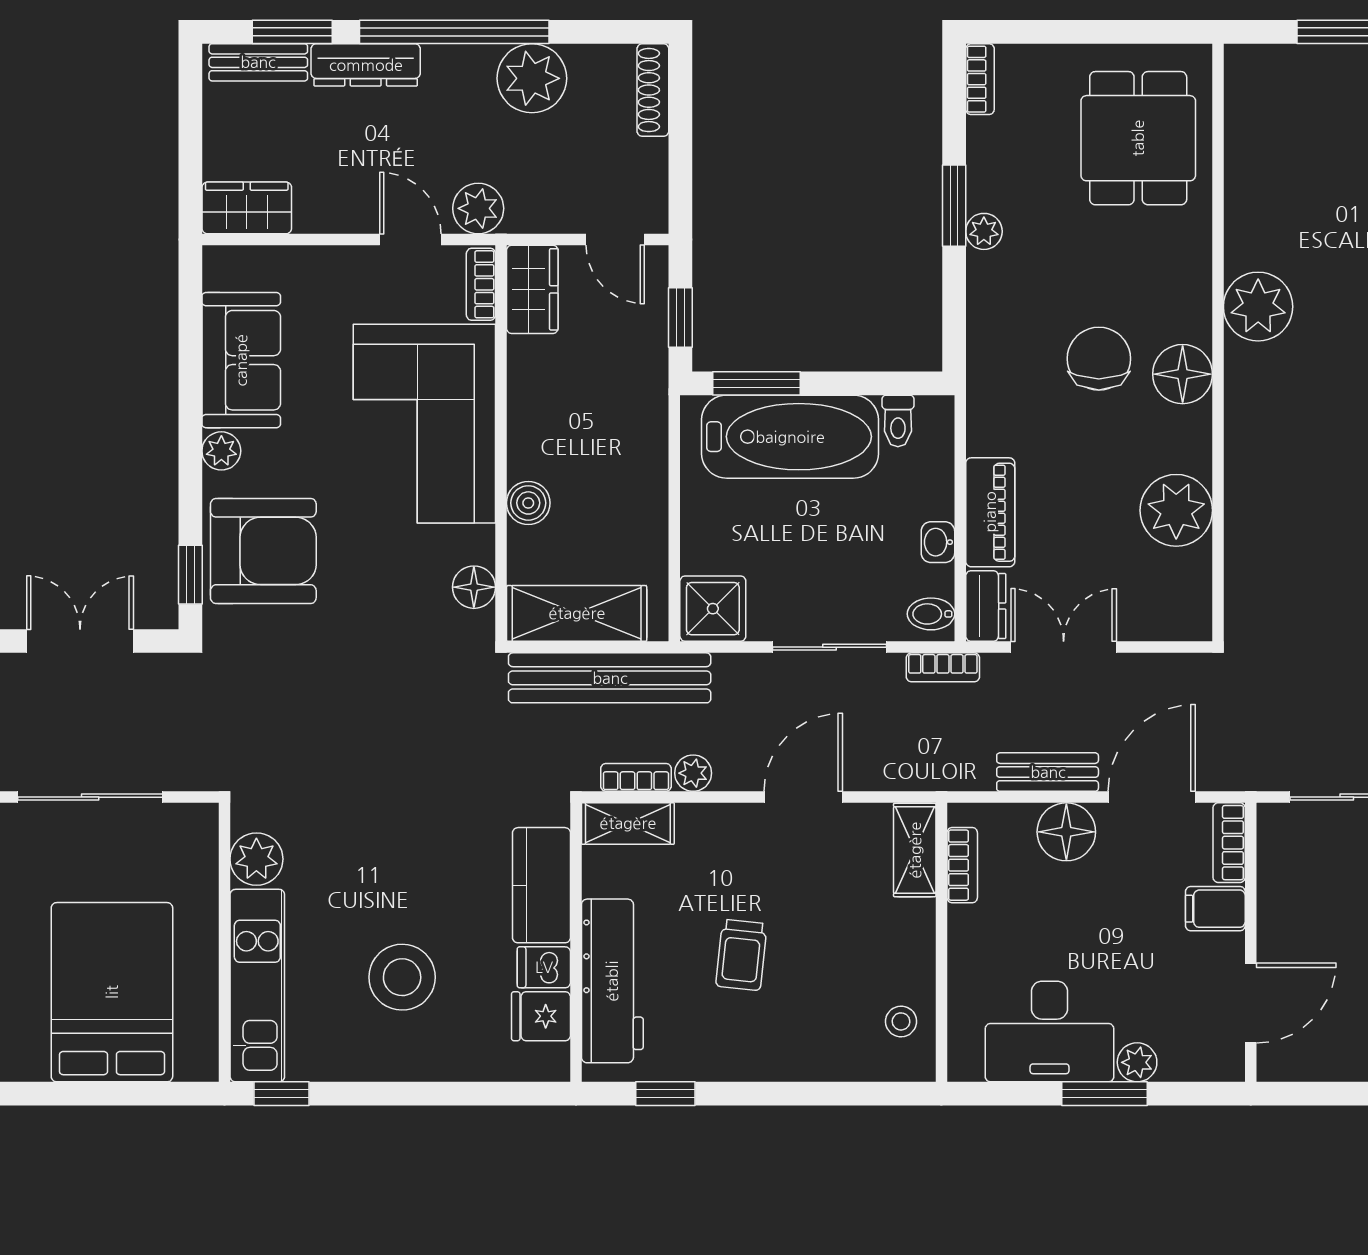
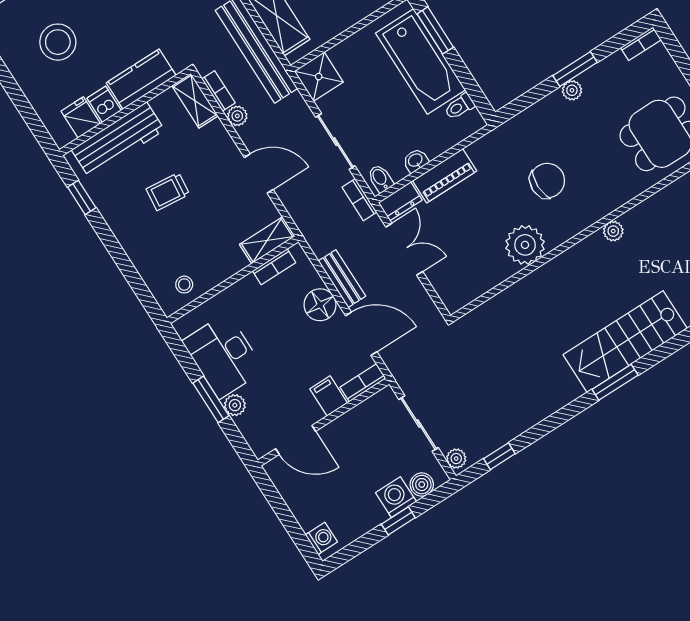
plant: (1258, 307) -> (613, 231), width x0.53, depth x0.53
floor lamp: (1183, 374) -> (565, 224), removed
plant: (1176, 510) -> (525, 245), moved

